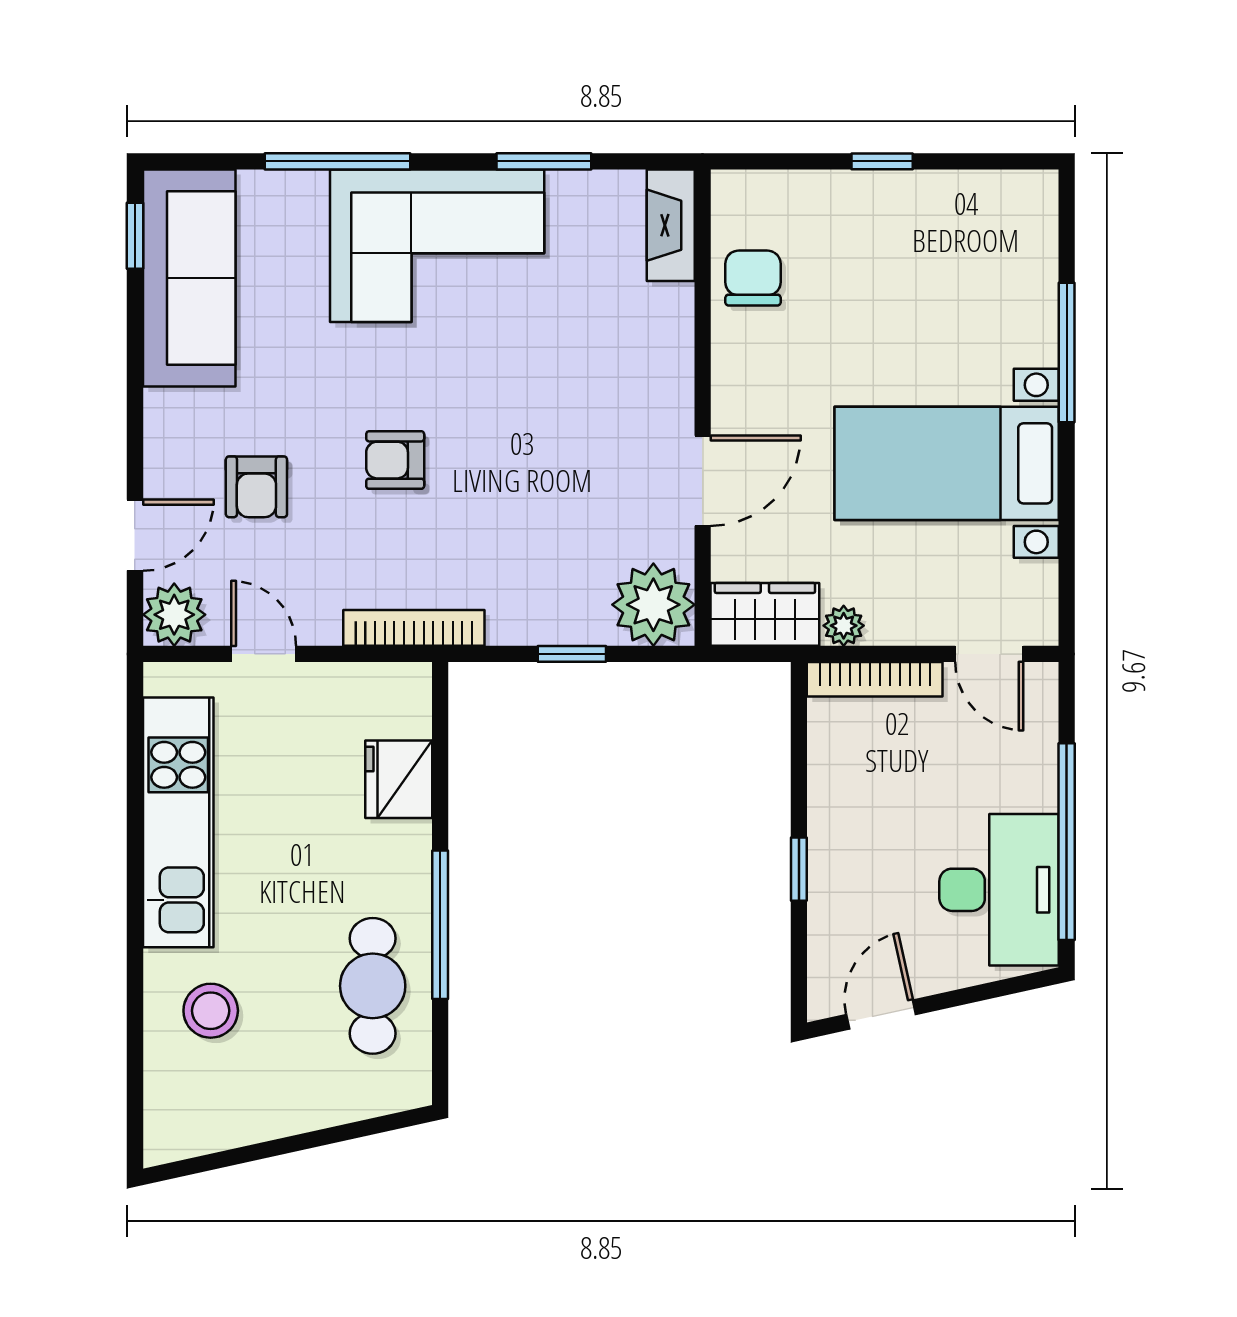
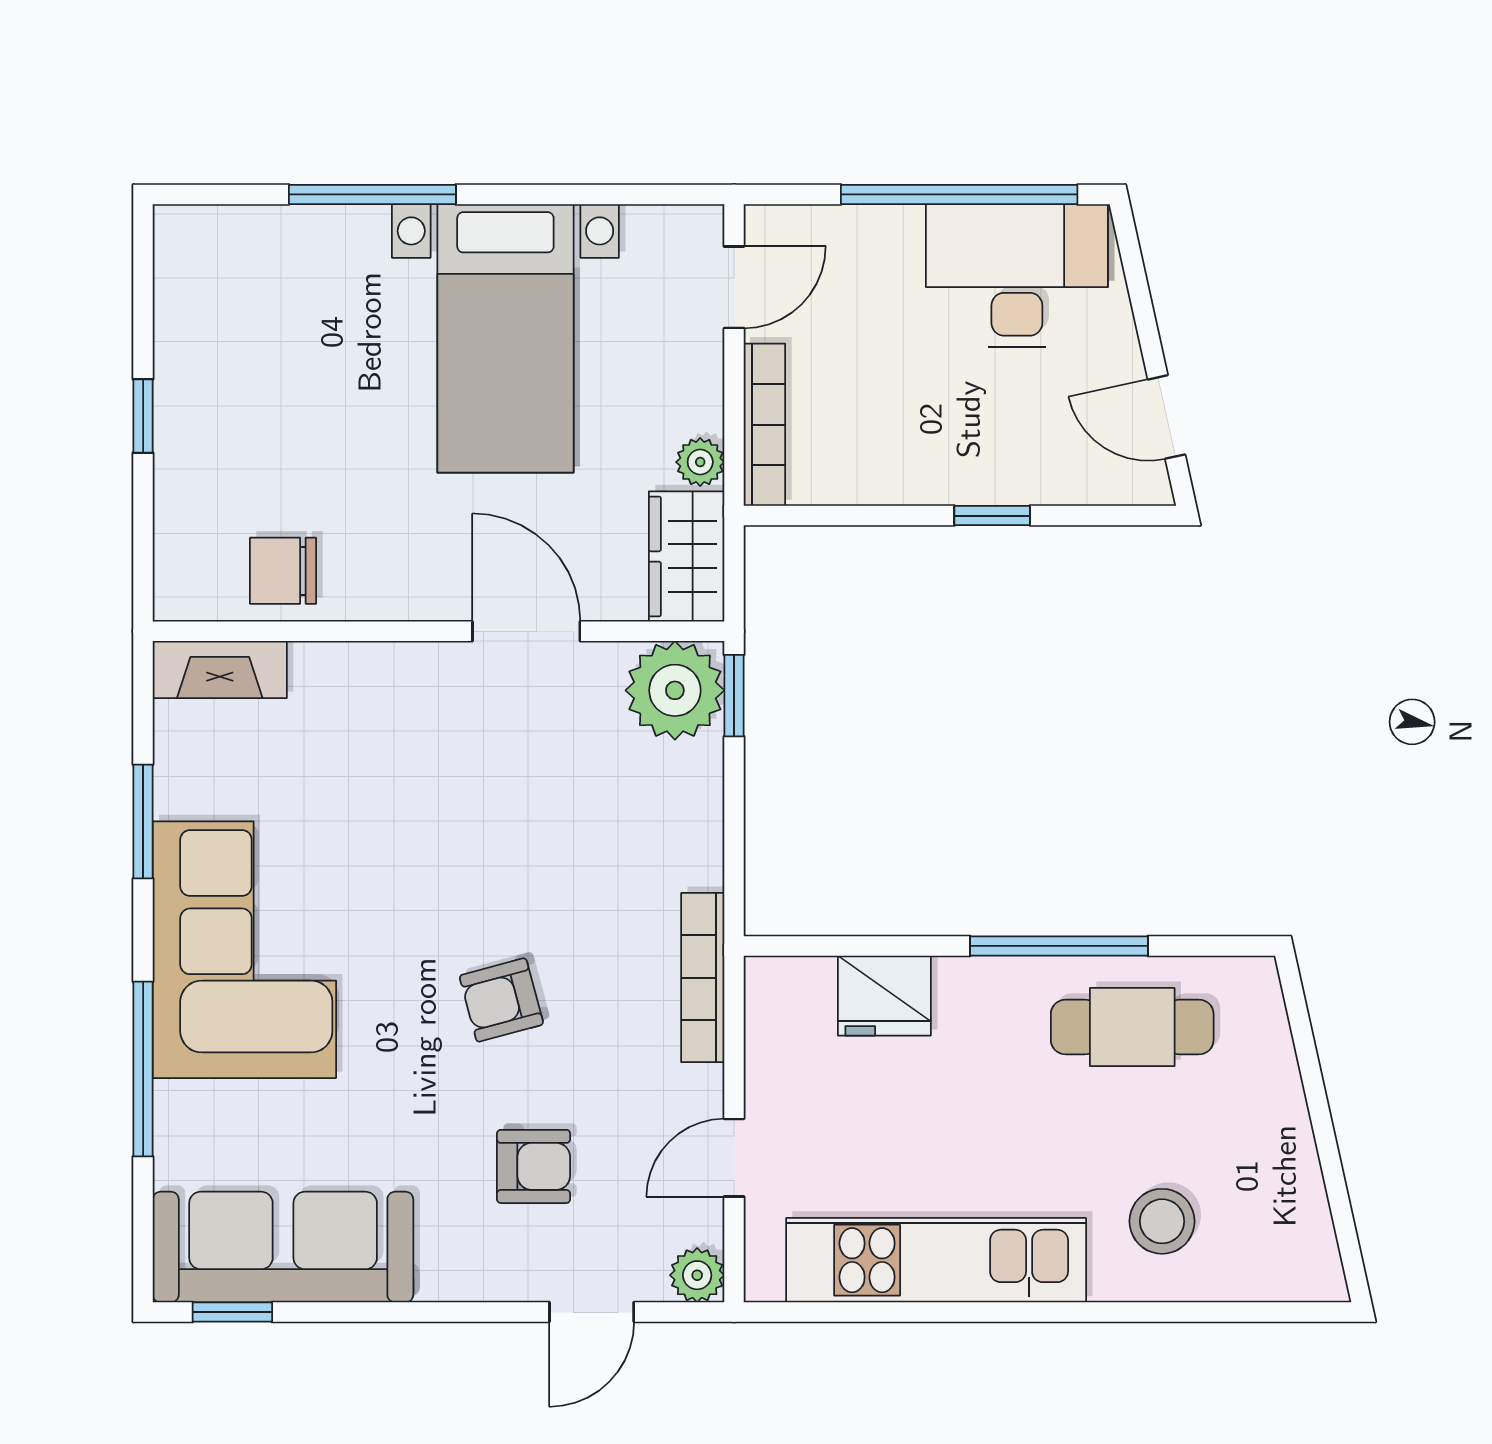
armchair: (395, 460) -> (501, 1000), turned 75
door: (135, 535) -> (592, 1312), swing flipped
plant: (174, 615) -> (697, 1275), width x0.73, depth x0.73
window: (572, 654) -> (734, 696), moved

